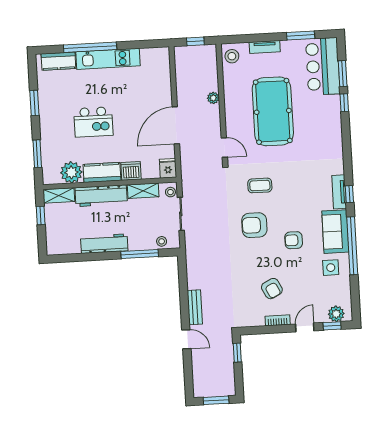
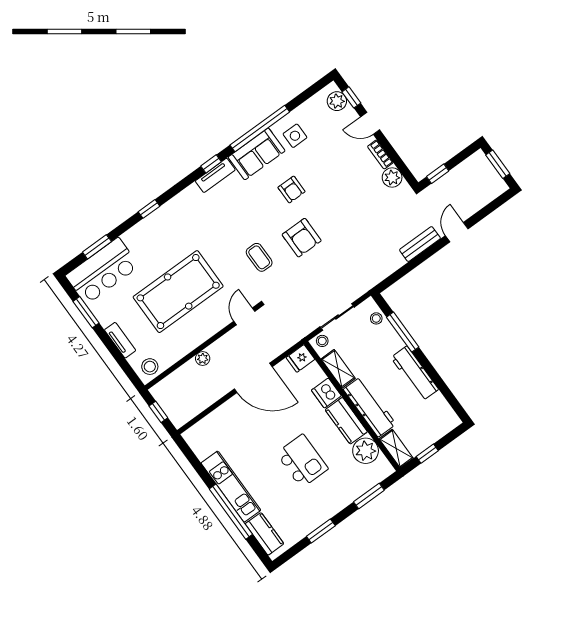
window: (344, 103) -> (149, 209), moved
armchair: (272, 289) -> (353, 180), removed
plant: (256, 318) -> (392, 177), added

